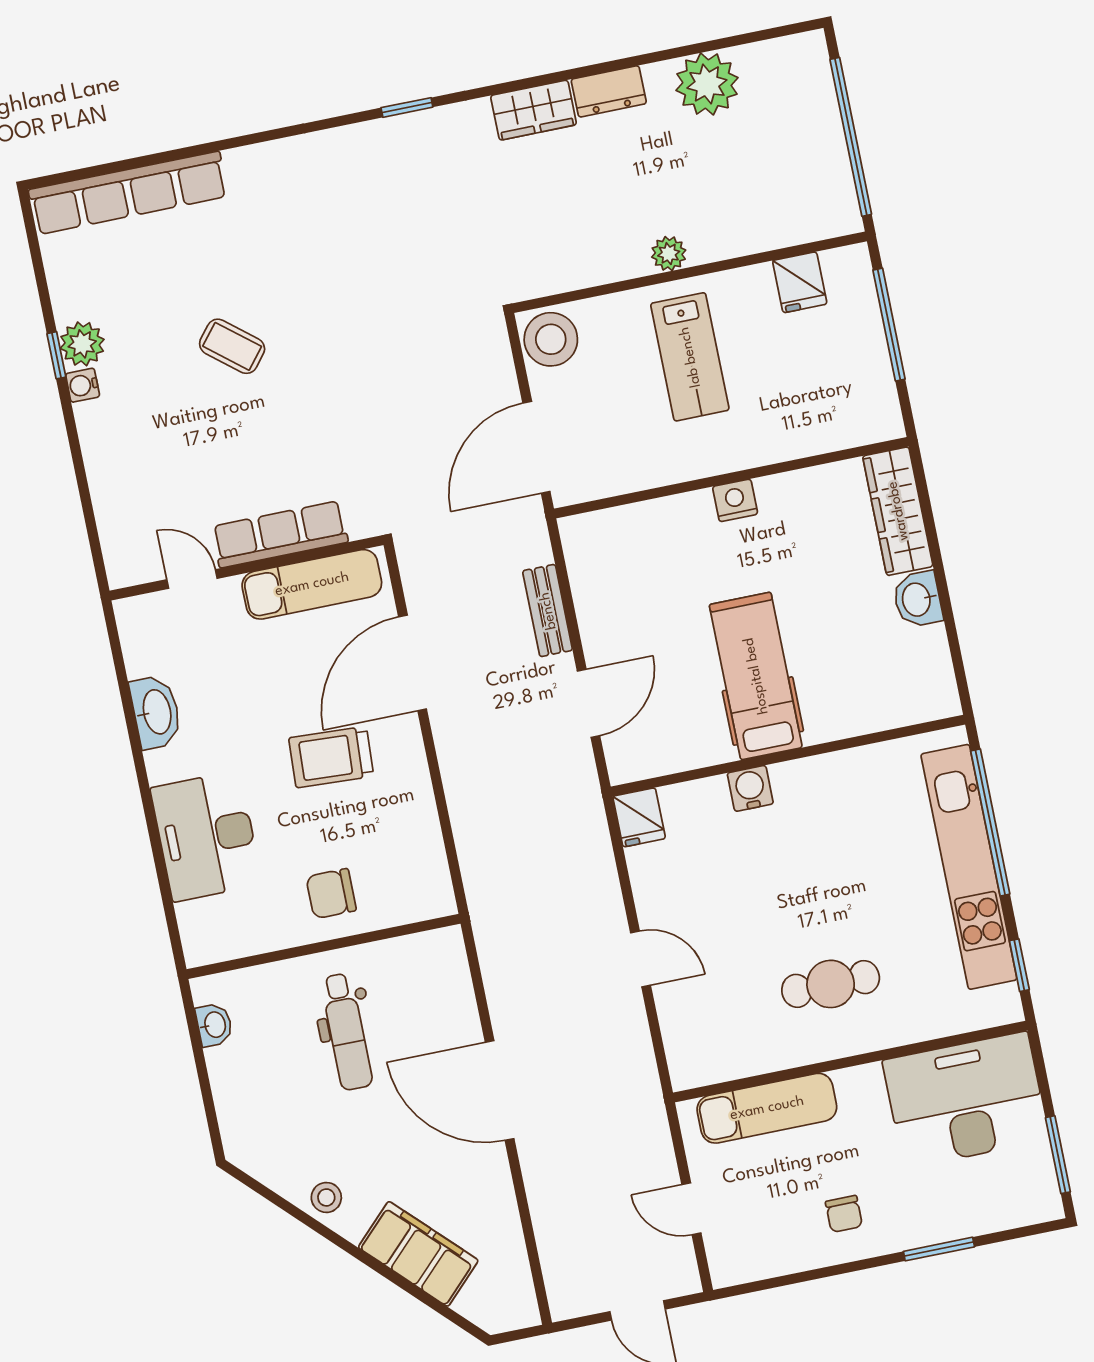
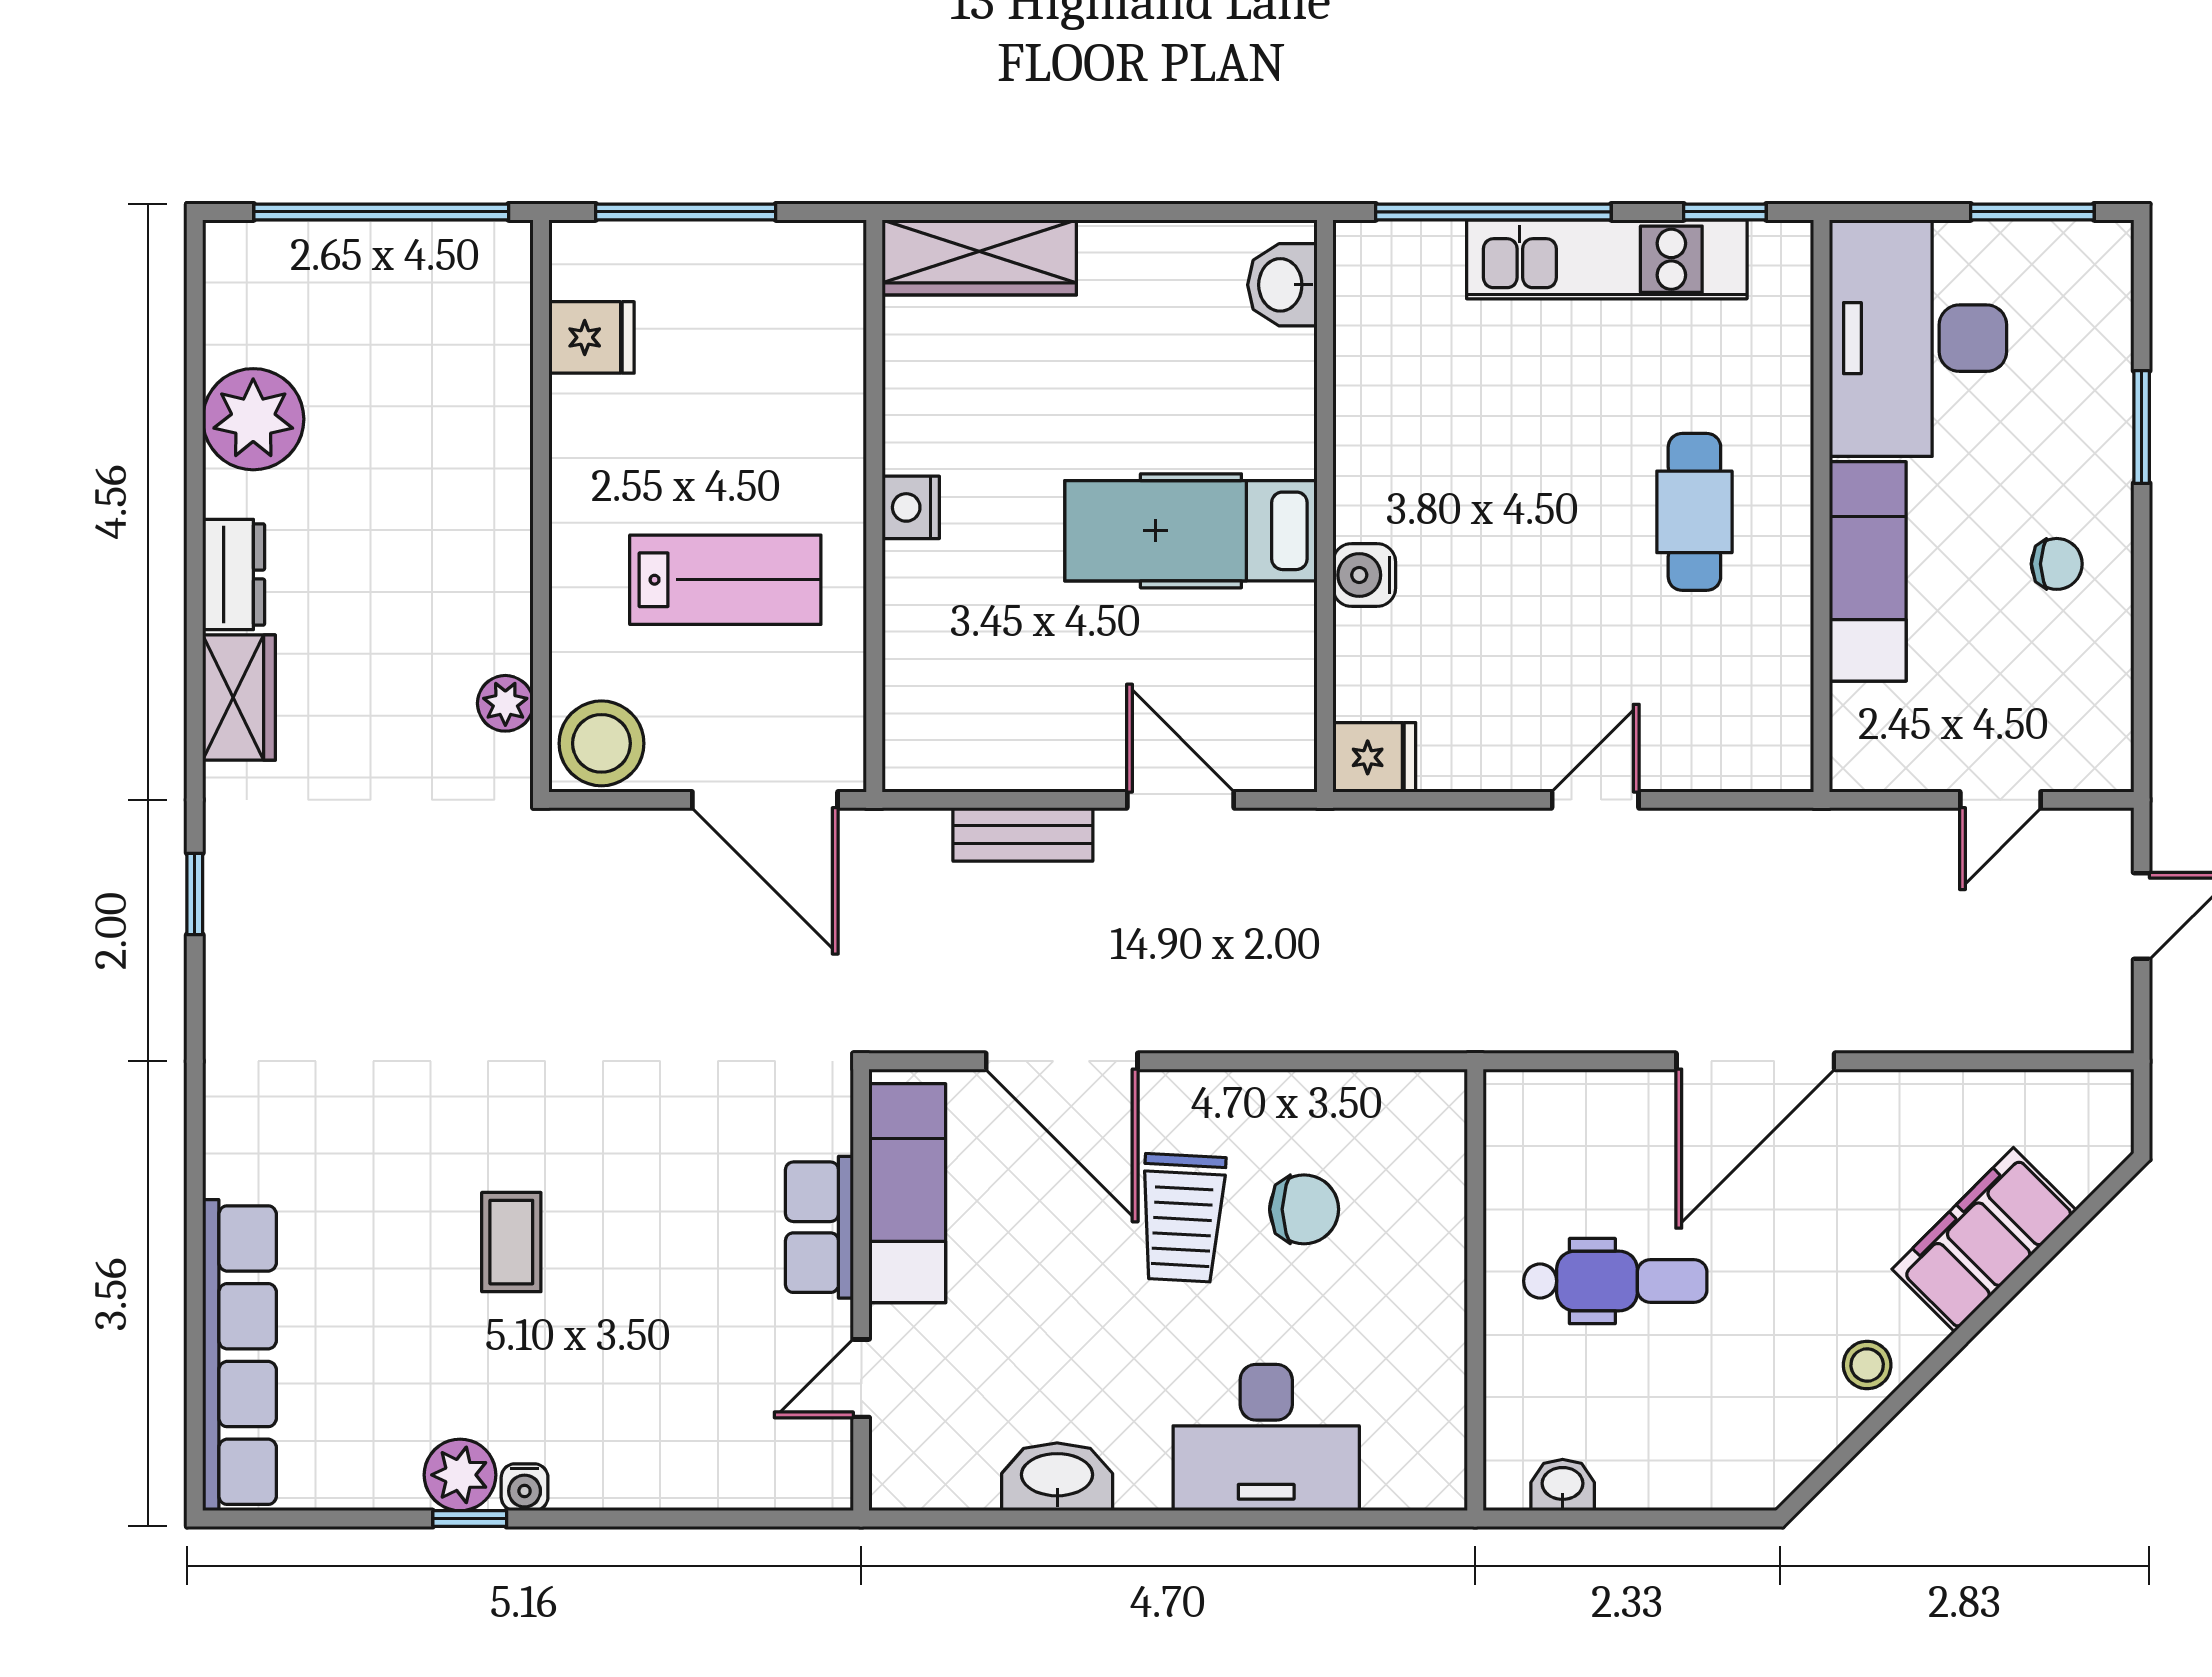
plant: (669, 254) -> (505, 703), moved
coffee table: (232, 346) -> (511, 1242), turned -39
lab bench: (690, 357) -> (725, 580), moved
row of seats: (280, 534) -> (819, 1227), width x0.68
washbasin: (918, 599) -> (1282, 285), moved, turned 90
kitchen unit: (969, 867) -> (1607, 259), width x0.73
chair: (331, 894) -> (1304, 1209), moved, turned -90
exam couch: (767, 1108) -> (1868, 571), moved

